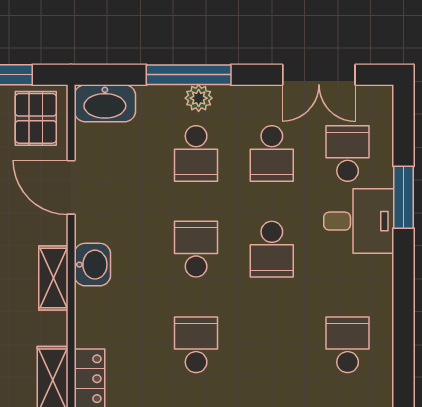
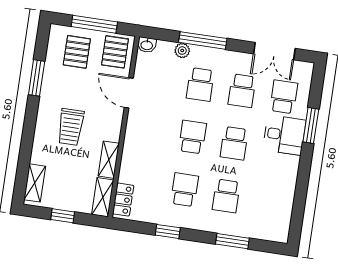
plant: (199, 98) -> (182, 51), moved
washbasin: (105, 103) -> (147, 45), width x0.52, depth x0.69
washbasin: (92, 265) -> (134, 137), removed
shelving: (53, 278) -> (109, 160), moved
school desk: (348, 345) -> (226, 196), moved, turned 180

